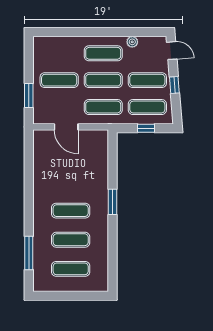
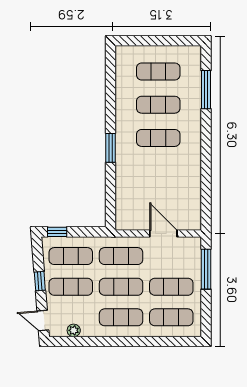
plant: (132, 42) -> (74, 330), moved
exercise mat: (59, 53) -> (171, 317), added
window: (29, 96) -> (206, 269), width x1.44
window: (146, 128) -> (57, 232), moved

